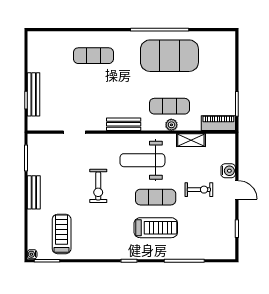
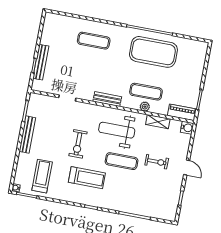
water cooler: (228, 171) -> (187, 128), moved
bench: (34, 192) -> (27, 135), width x1.36
treadmill: (156, 228) -> (87, 178), moved

